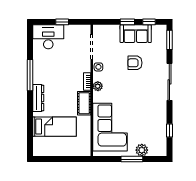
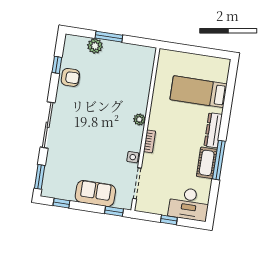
window: (127, 22) -> (114, 211), moved
sofa: (136, 34) -> (95, 193), moved
armchair: (135, 63) -> (70, 77), moved
plant: (98, 86) -> (139, 119), moved
cot: (84, 103) -> (207, 163), moved
corner sofa: (110, 127) -> (130, 80), removed

